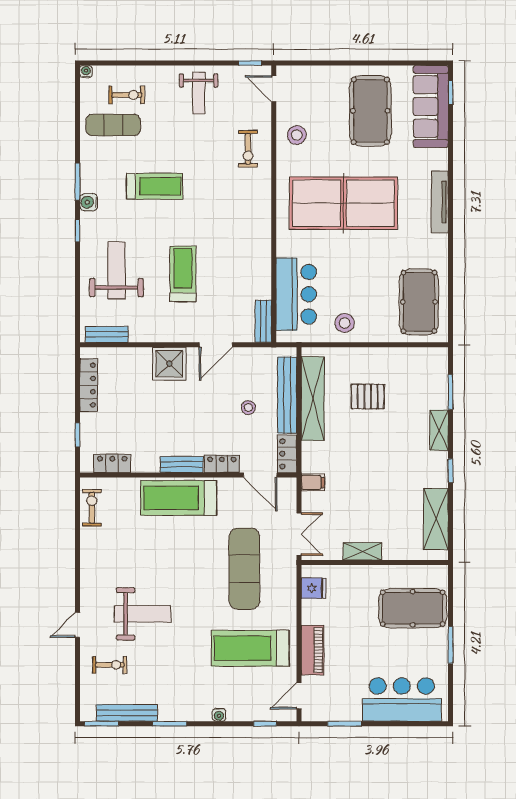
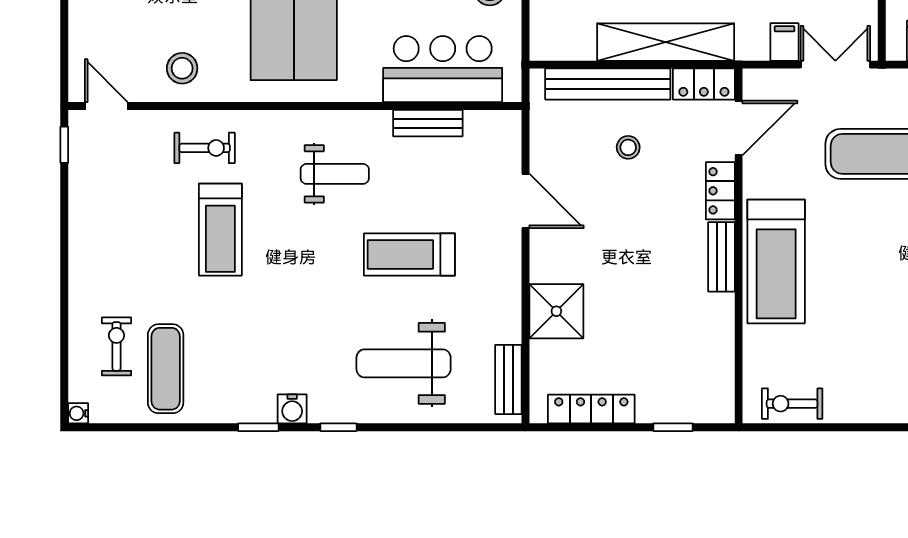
door: (274, 89) -> (106, 106), swing flipped
weight bench: (199, 93) -> (335, 174), moved
window: (77, 182) -> (258, 427), width x0.67
treadmill: (155, 186) -> (220, 230), moved, turned 180
bench: (263, 321) -> (428, 123), moved
shower: (169, 364) -> (556, 311), moved
shelving: (313, 399) -> (666, 42), moved
locker: (112, 463) -> (720, 370), removed
filing cabinet: (313, 482) -> (784, 42), moved

